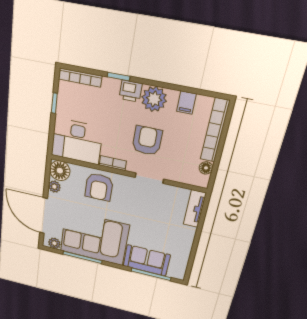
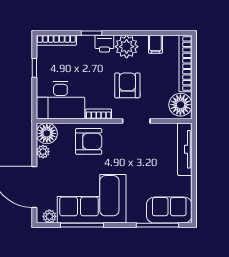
floor lamp: (206, 168) -> (180, 105), width x1.89, depth x1.89
armchair: (99, 187) -> (89, 141), turned -90
tv unit: (195, 209) -> (185, 149), width x1.41
sofa: (147, 260) -> (169, 210), moved

